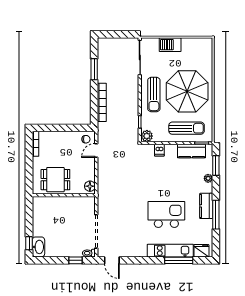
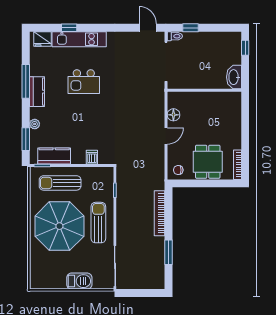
plant: (147, 136) -> (107, 174), removed
door: (96, 150) -> (166, 136), moved
dining table: (55, 180) -> (208, 162), moved, turned 90
wall: (64, 195) -> (204, 90), moved
kitchen island: (166, 214) -> (84, 82), width x0.73, depth x0.78
washbasin: (38, 247) -> (234, 77), moved
window: (179, 260) -> (69, 28), width x0.46

